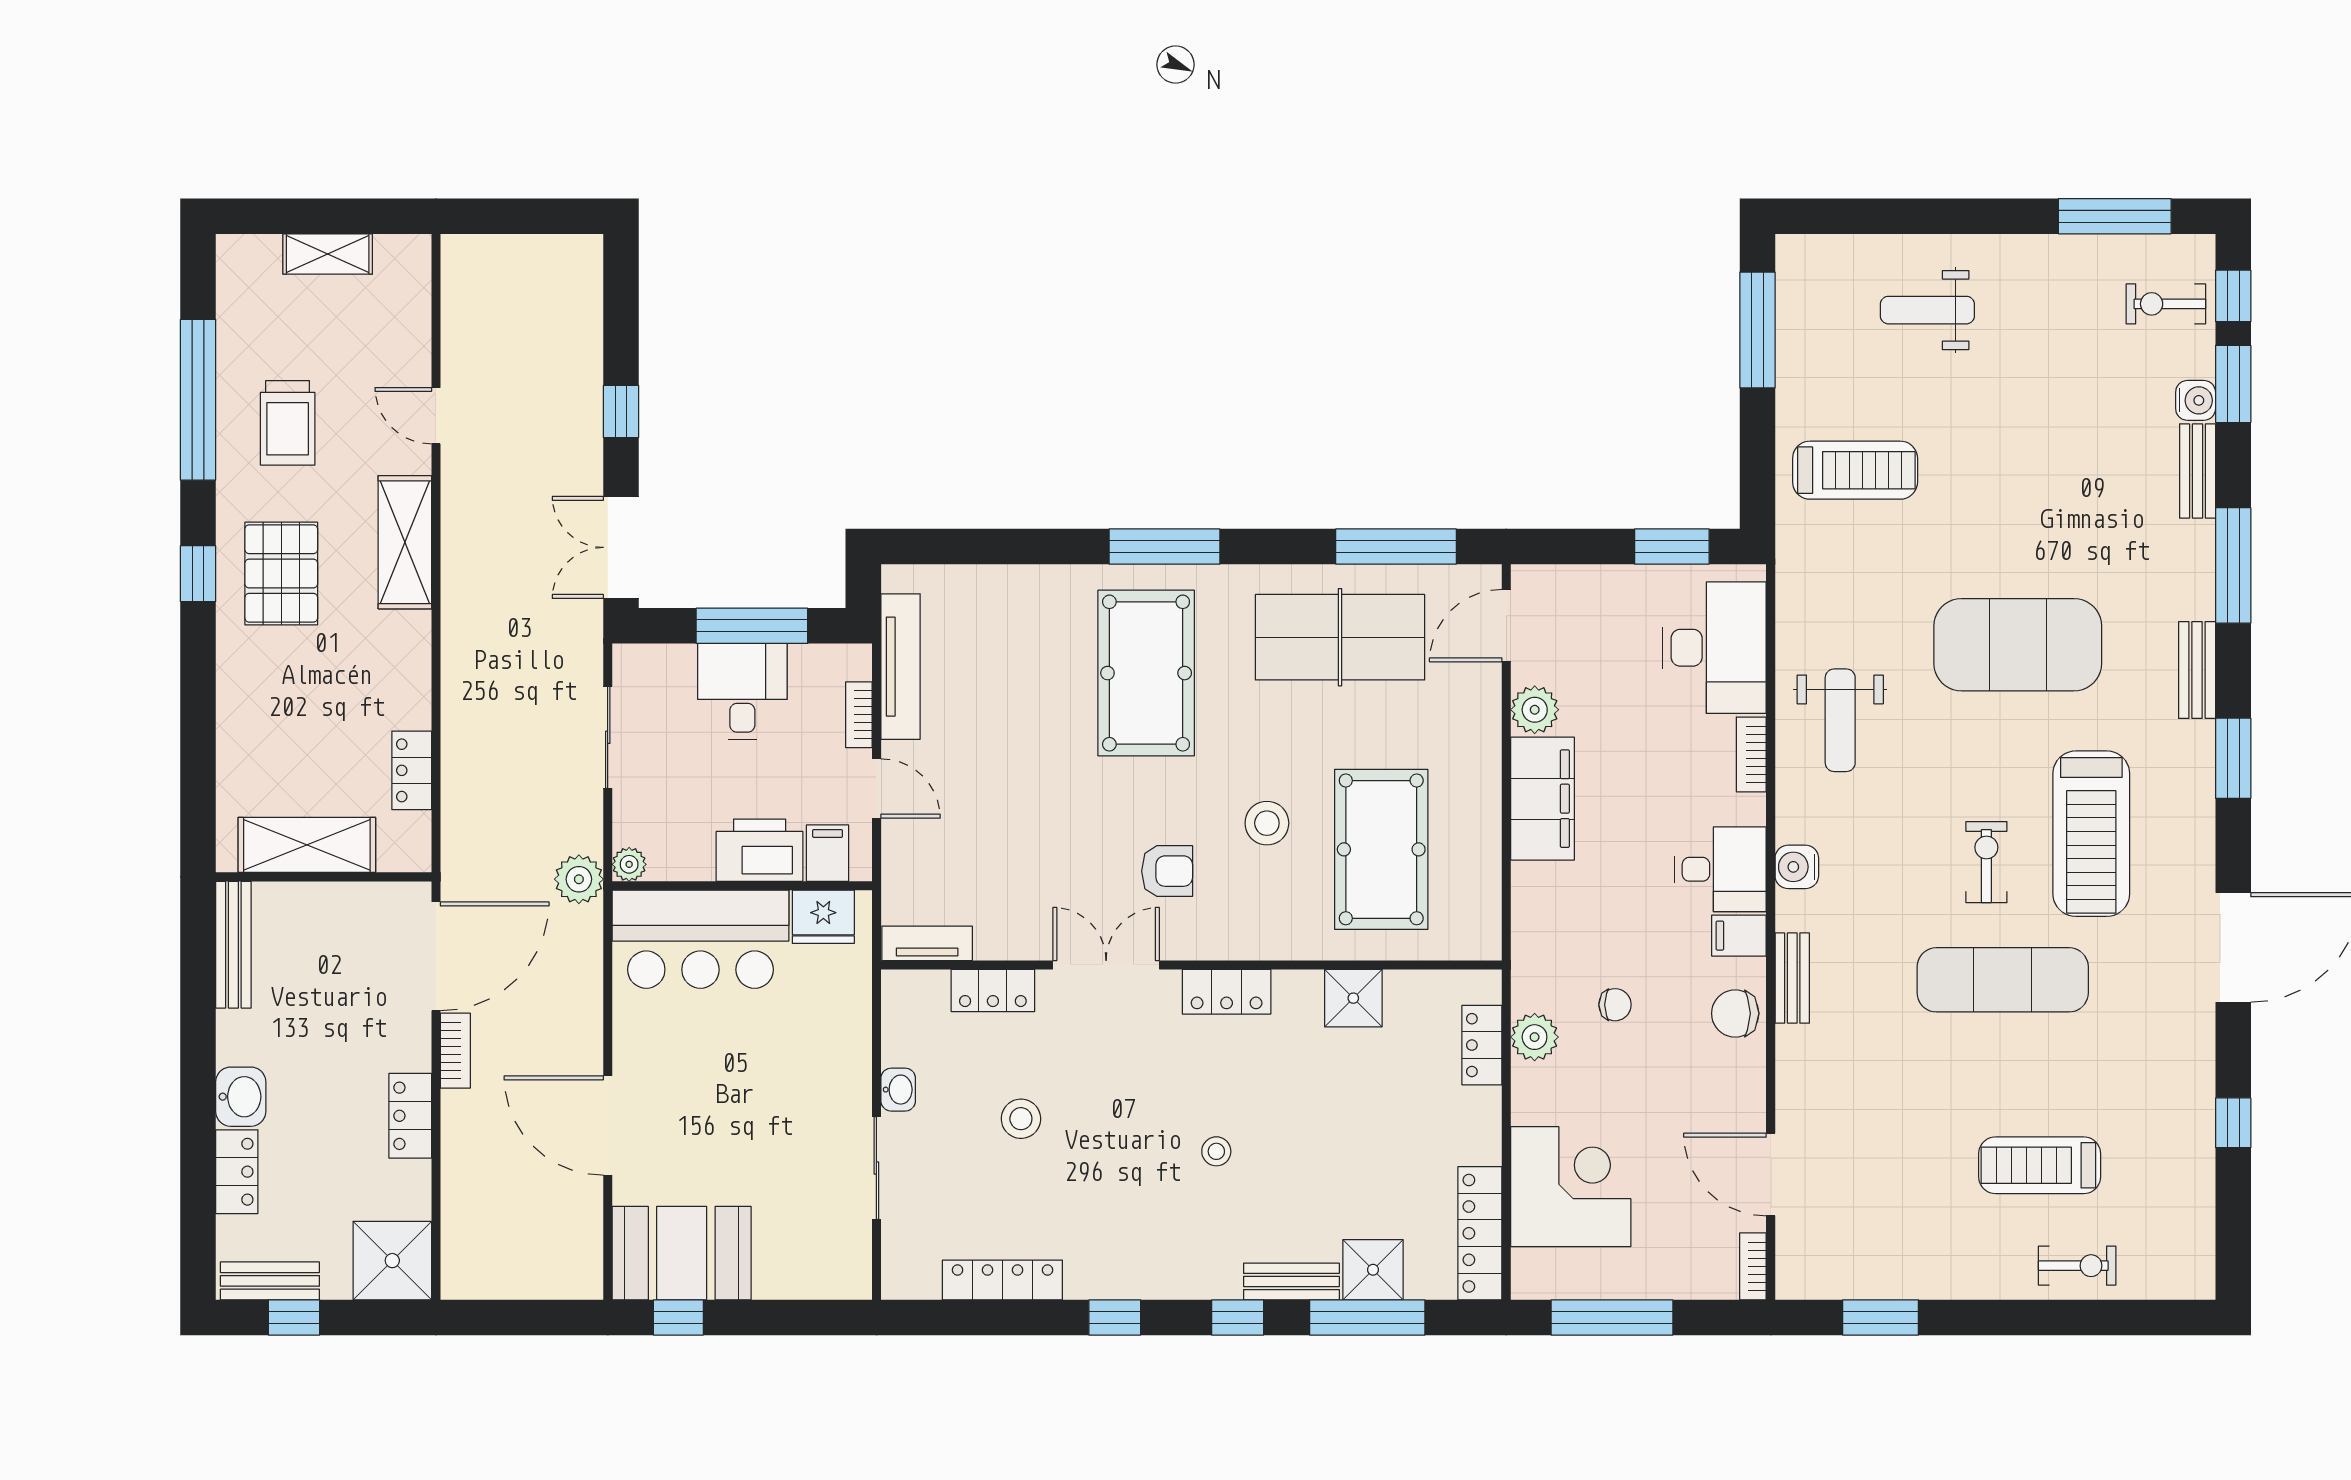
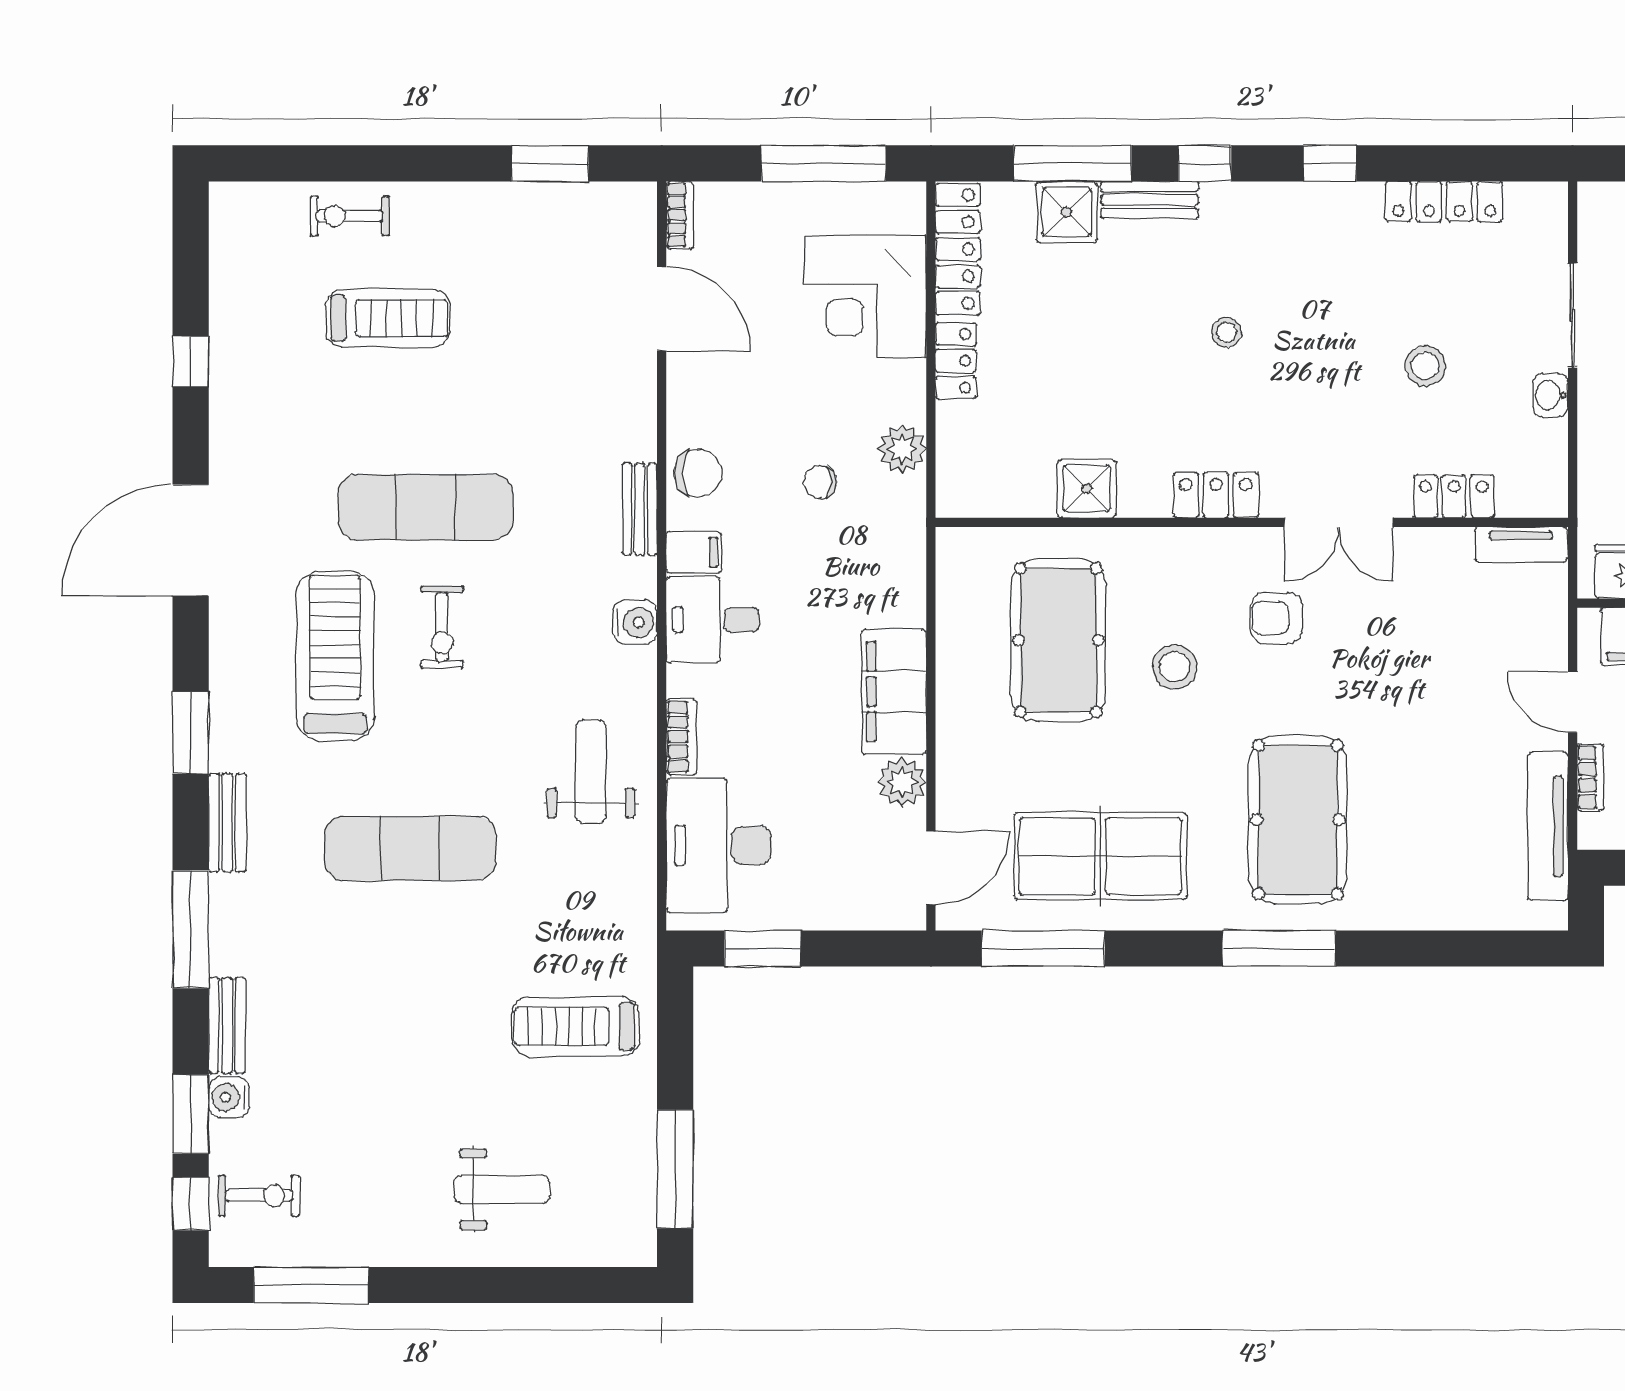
exercise mat: (2018, 645) -> (410, 849), width x0.68
locker: (1482, 1045) -> (956, 361), moved

